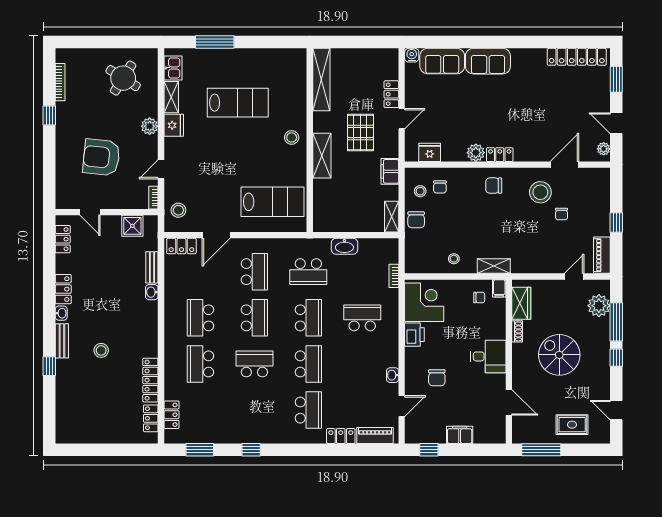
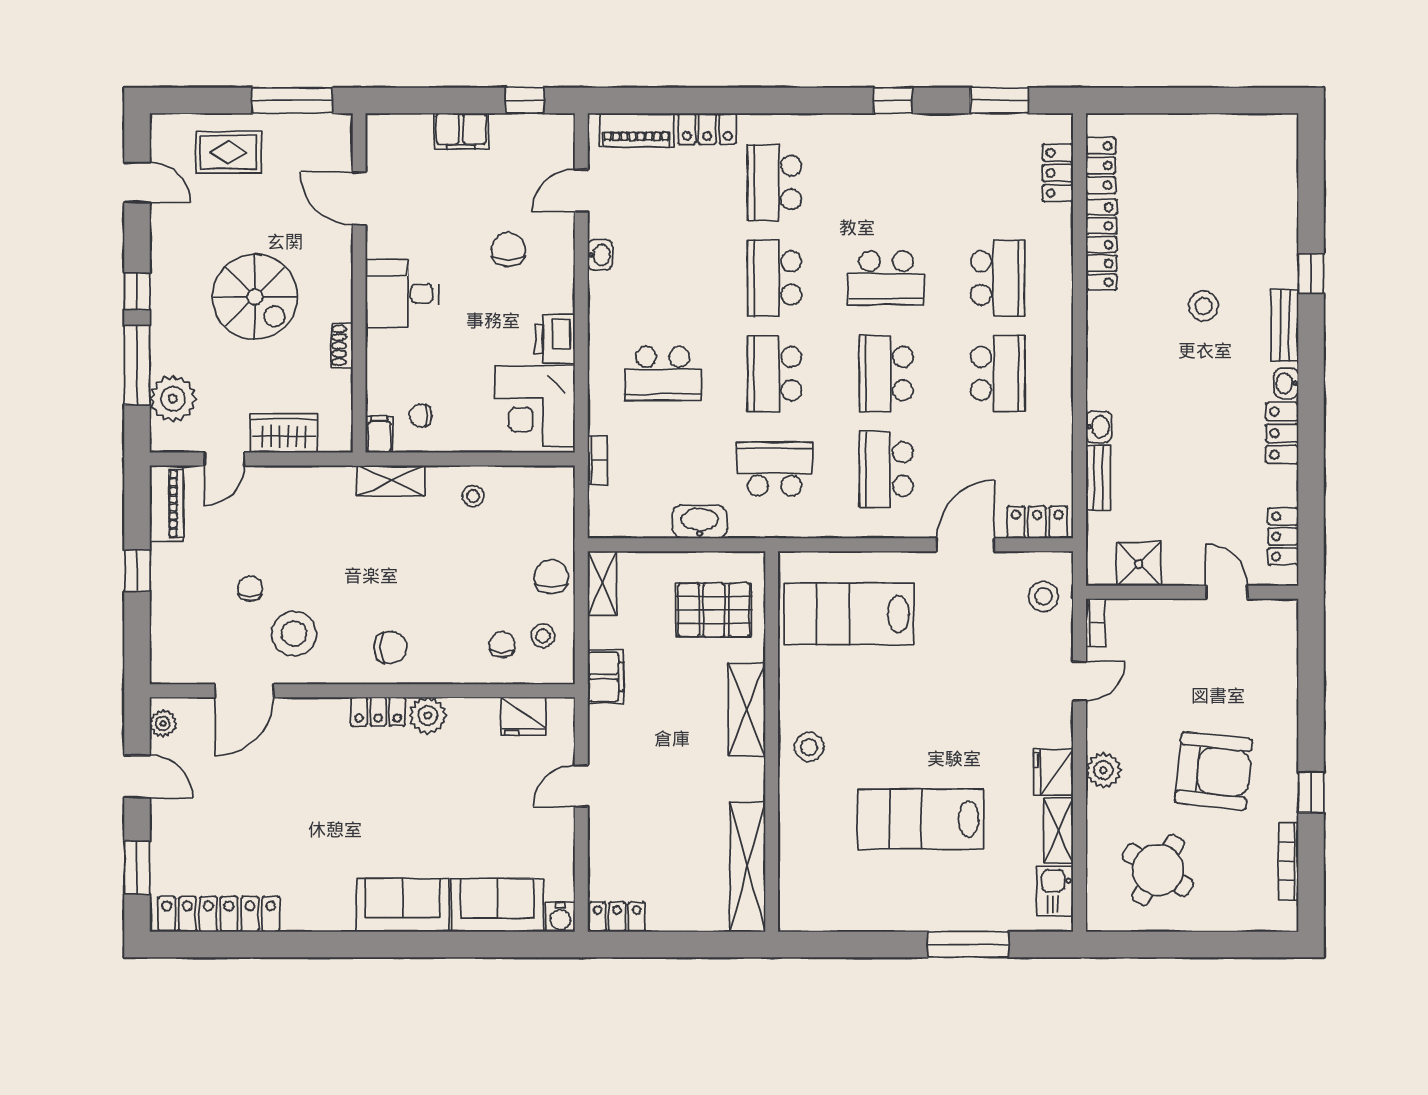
locker: (391, 94) -> (617, 917), moved, turned -90
pallet: (360, 132) -> (714, 610), moved, turned 90
armchair: (101, 157) -> (1214, 771), moved
wardrobe: (521, 303) -> (284, 433), moved, turned 90

